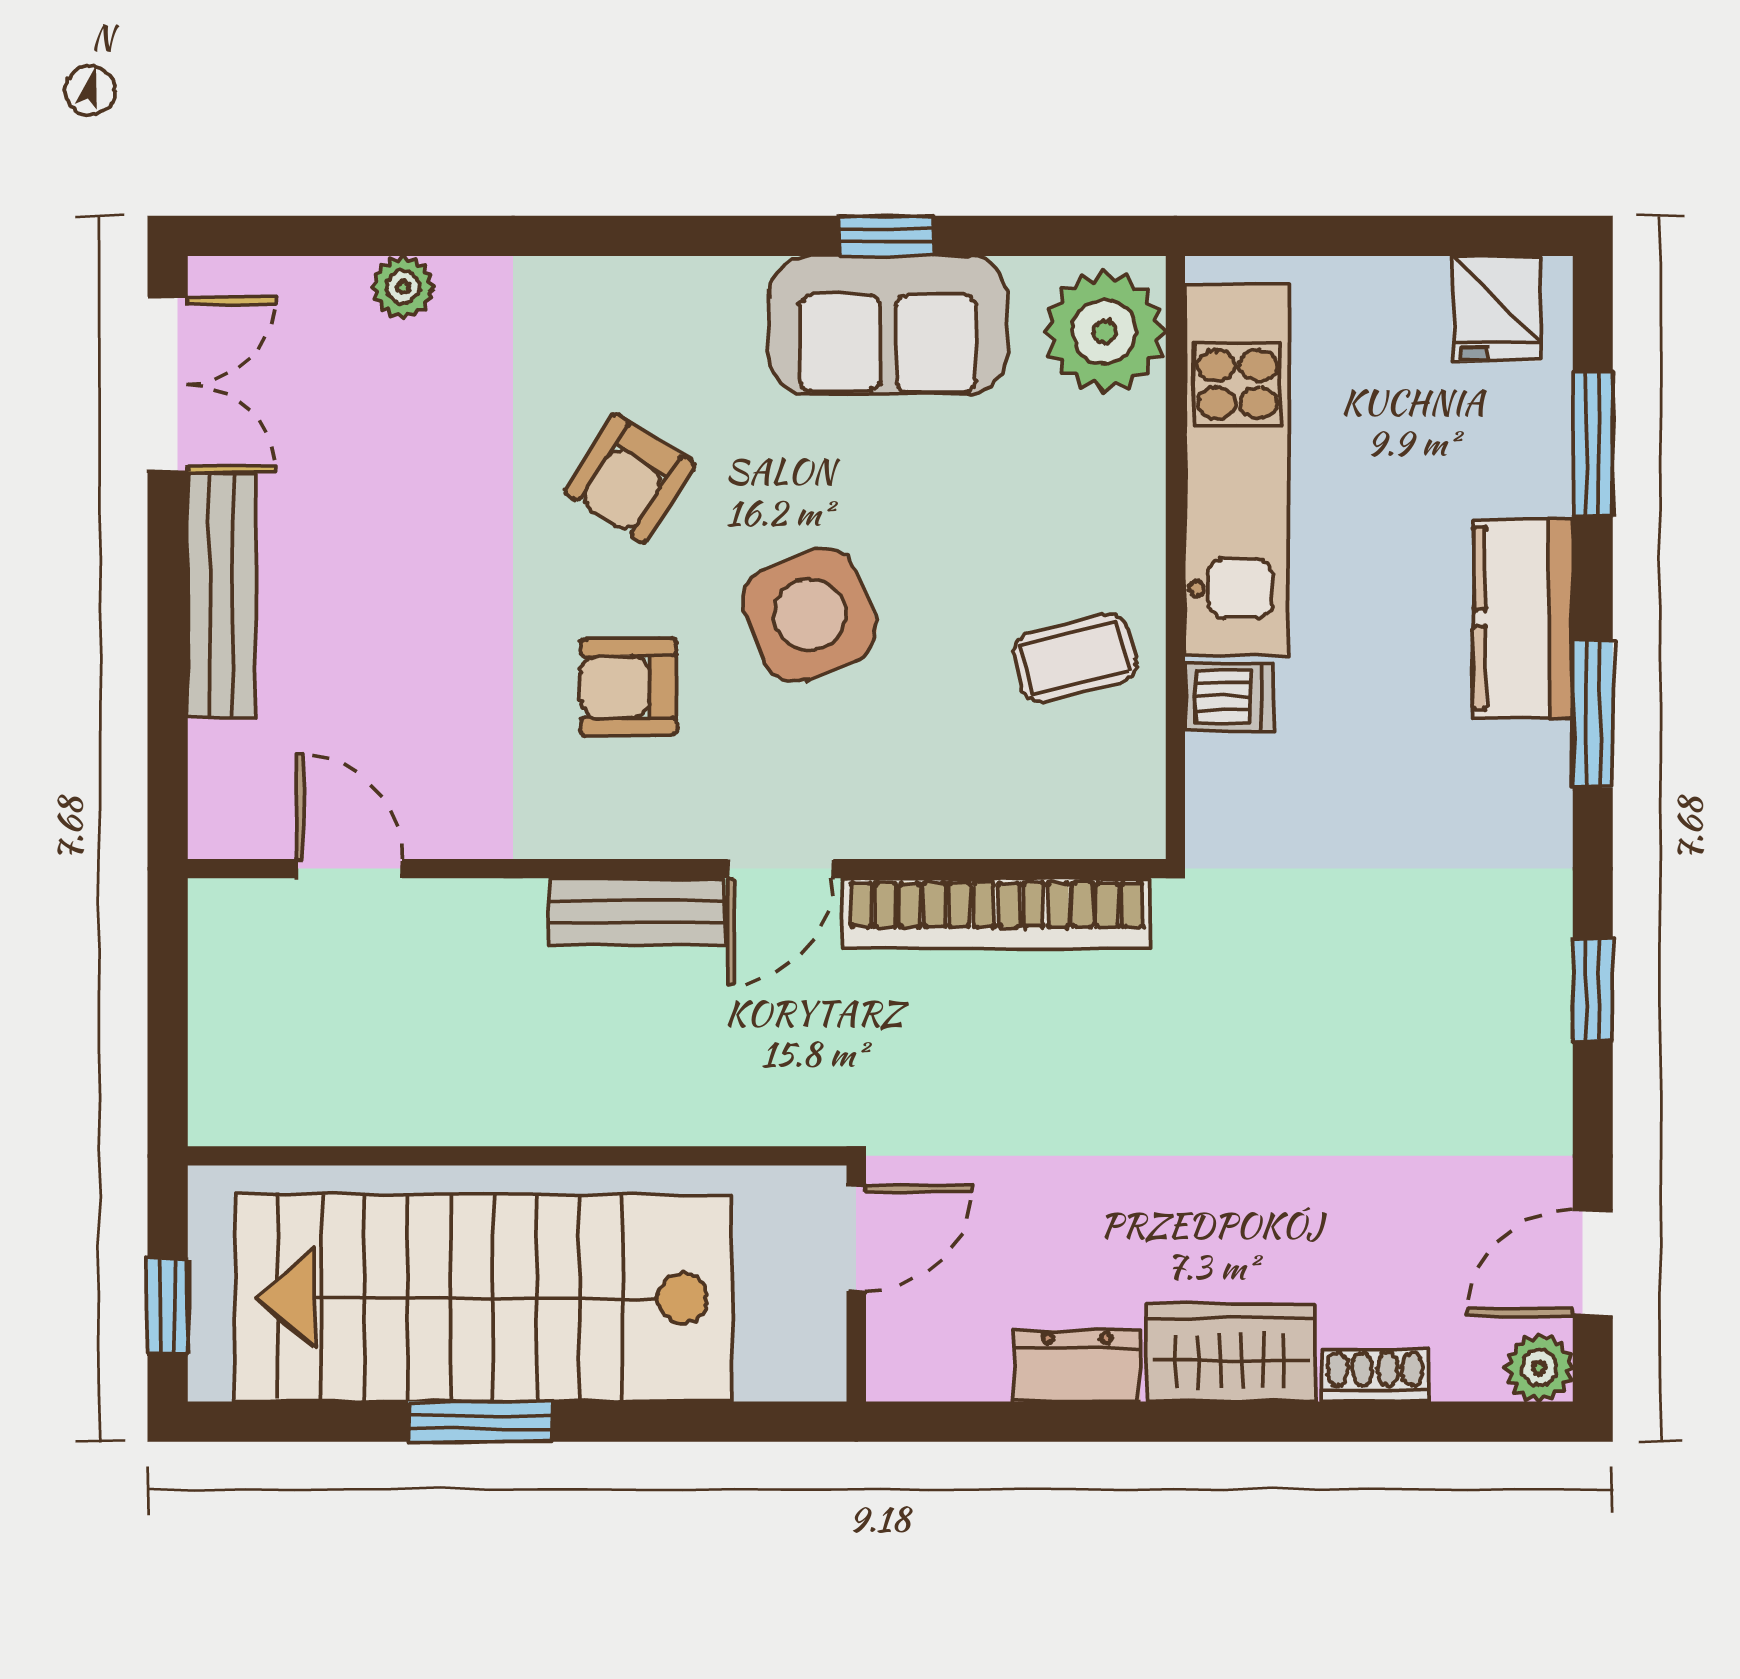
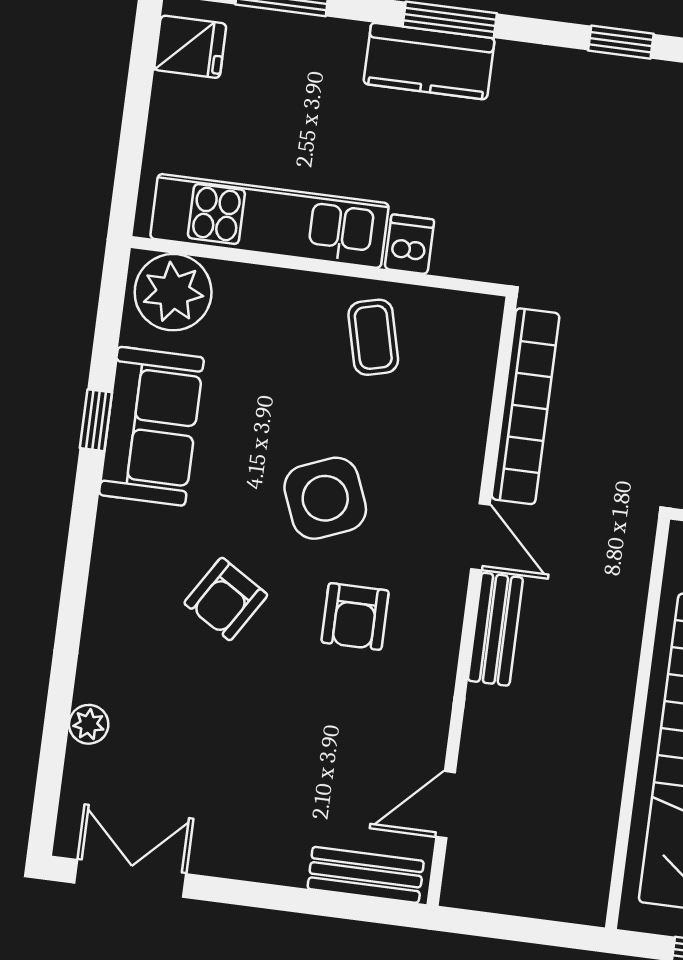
armchair: (630, 478) -> (226, 599), turned 89
bench: (222, 595) -> (366, 875), moved, width x0.73
kitchen counter: (1523, 618) -> (429, 61), moved

